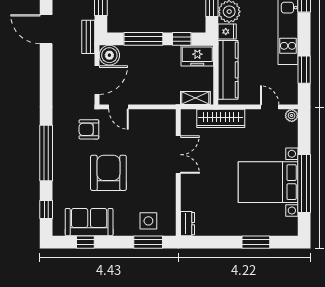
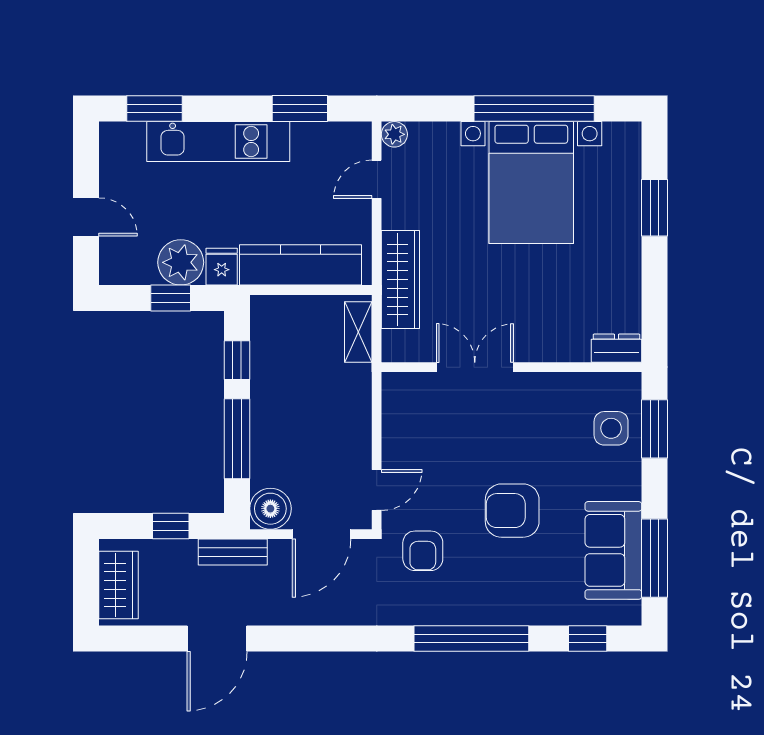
freezer: (197, 56) -> (271, 328), removed
door: (97, 80) -> (322, 534), swing flipped
armchair: (108, 173) -> (512, 511), width x0.73, depth x0.73
window: (85, 242) -> (655, 558), width x2.17

